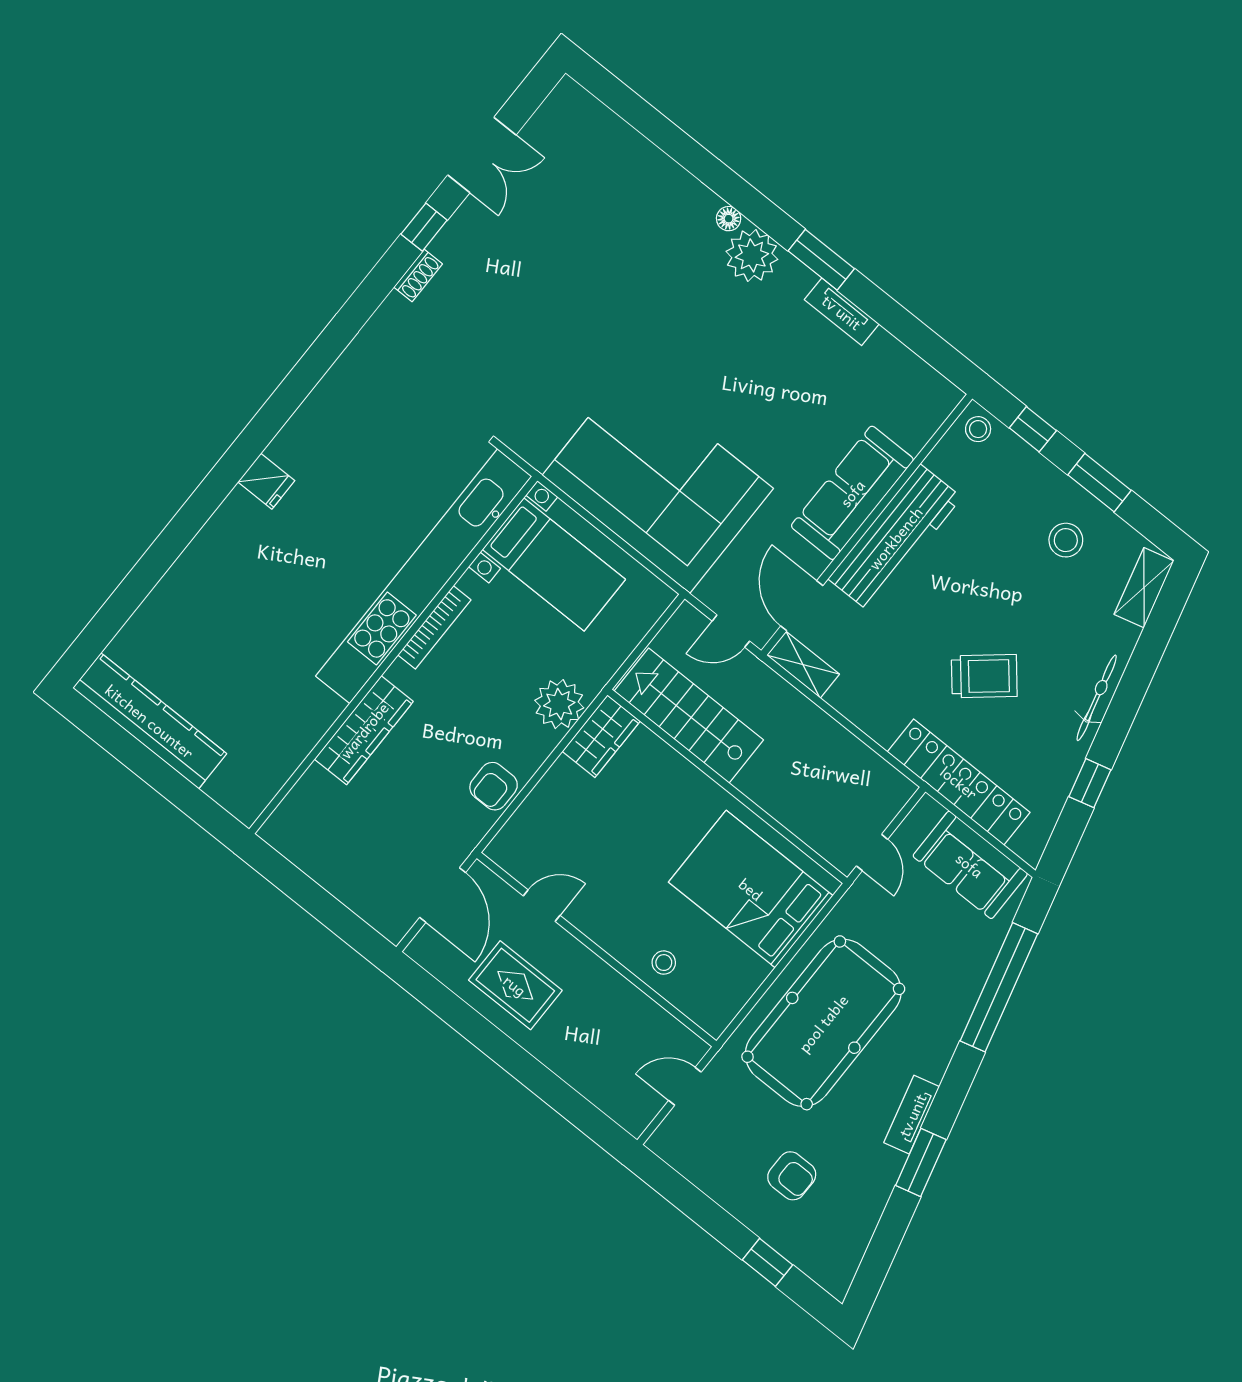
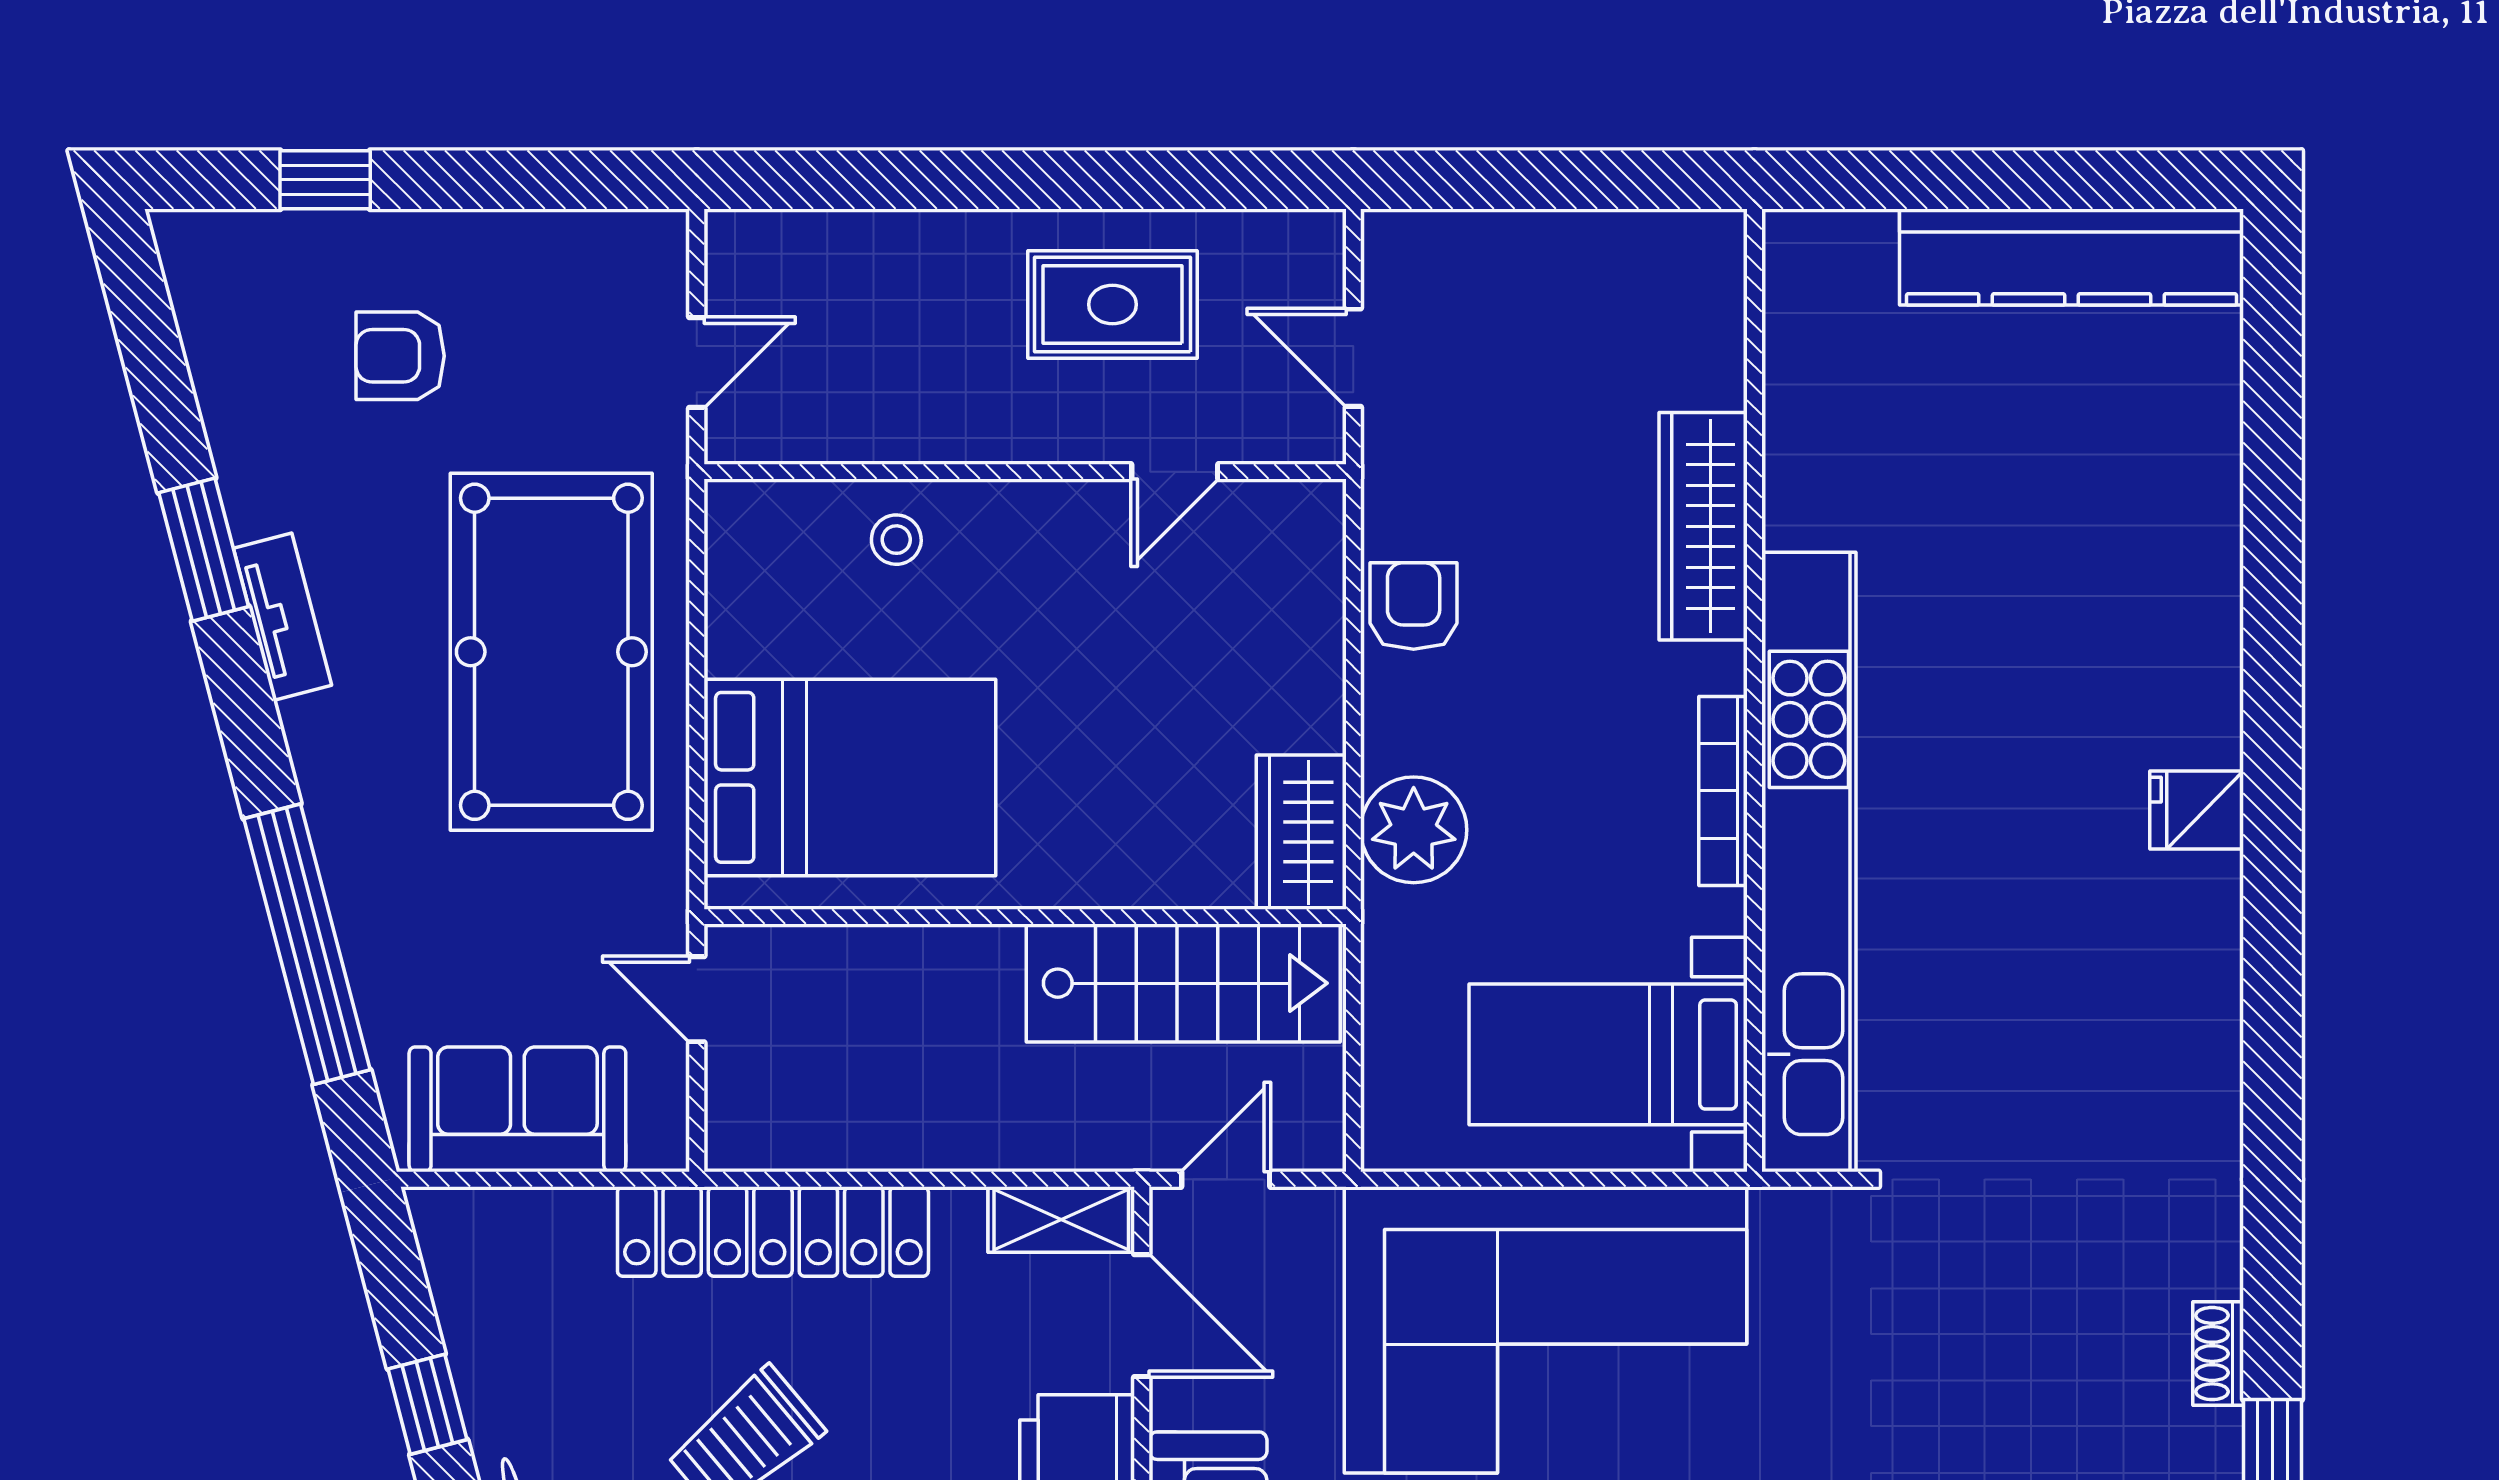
locker: (959, 782) -> (773, 1231), moved
door: (443, 895) -> (1353, 358), width x0.73

